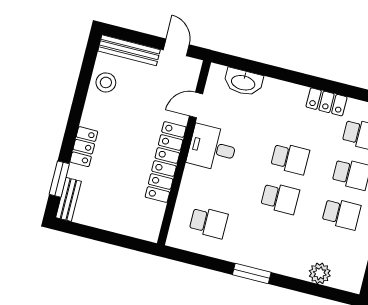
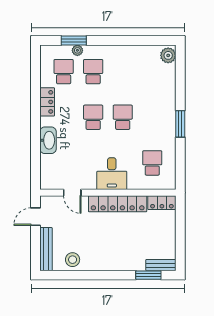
washbasin: (243, 82) -> (48, 140), moved
locker: (84, 147) -> (162, 203), moved, turned 180
desk: (212, 148) -> (112, 174), moved
school desk: (341, 214) -> (123, 72), removed
plant: (320, 273) -> (168, 55), moved

